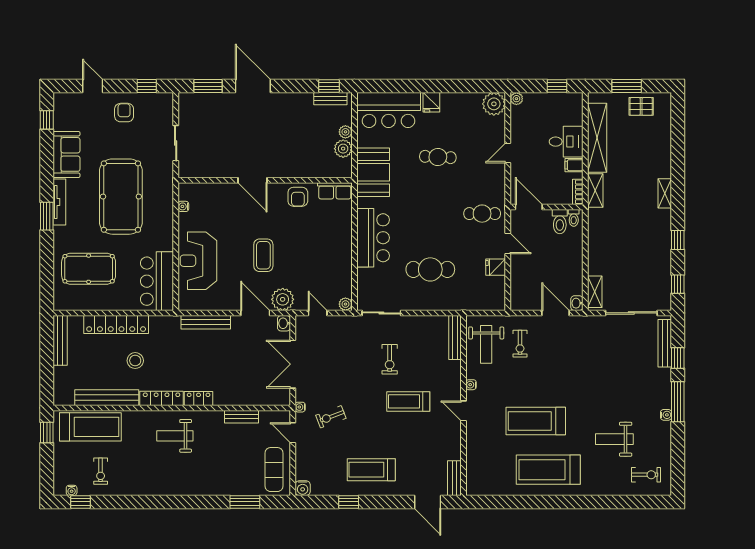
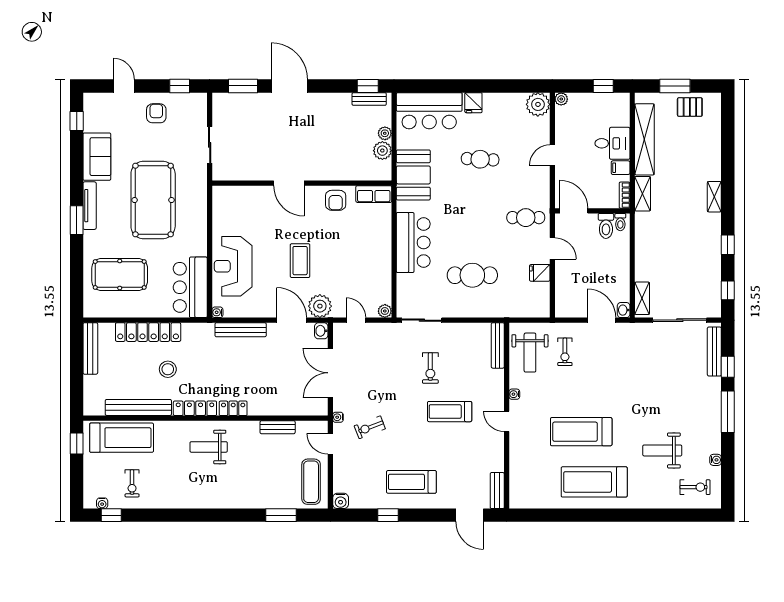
water cooler: (183, 206) -> (217, 312), moved
water cooler: (666, 415) -> (716, 460), moved

